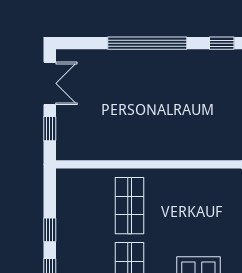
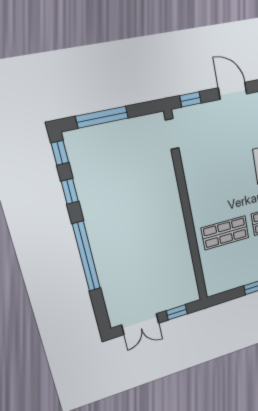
double door: (50, 83) -> (140, 324), swing flipped

